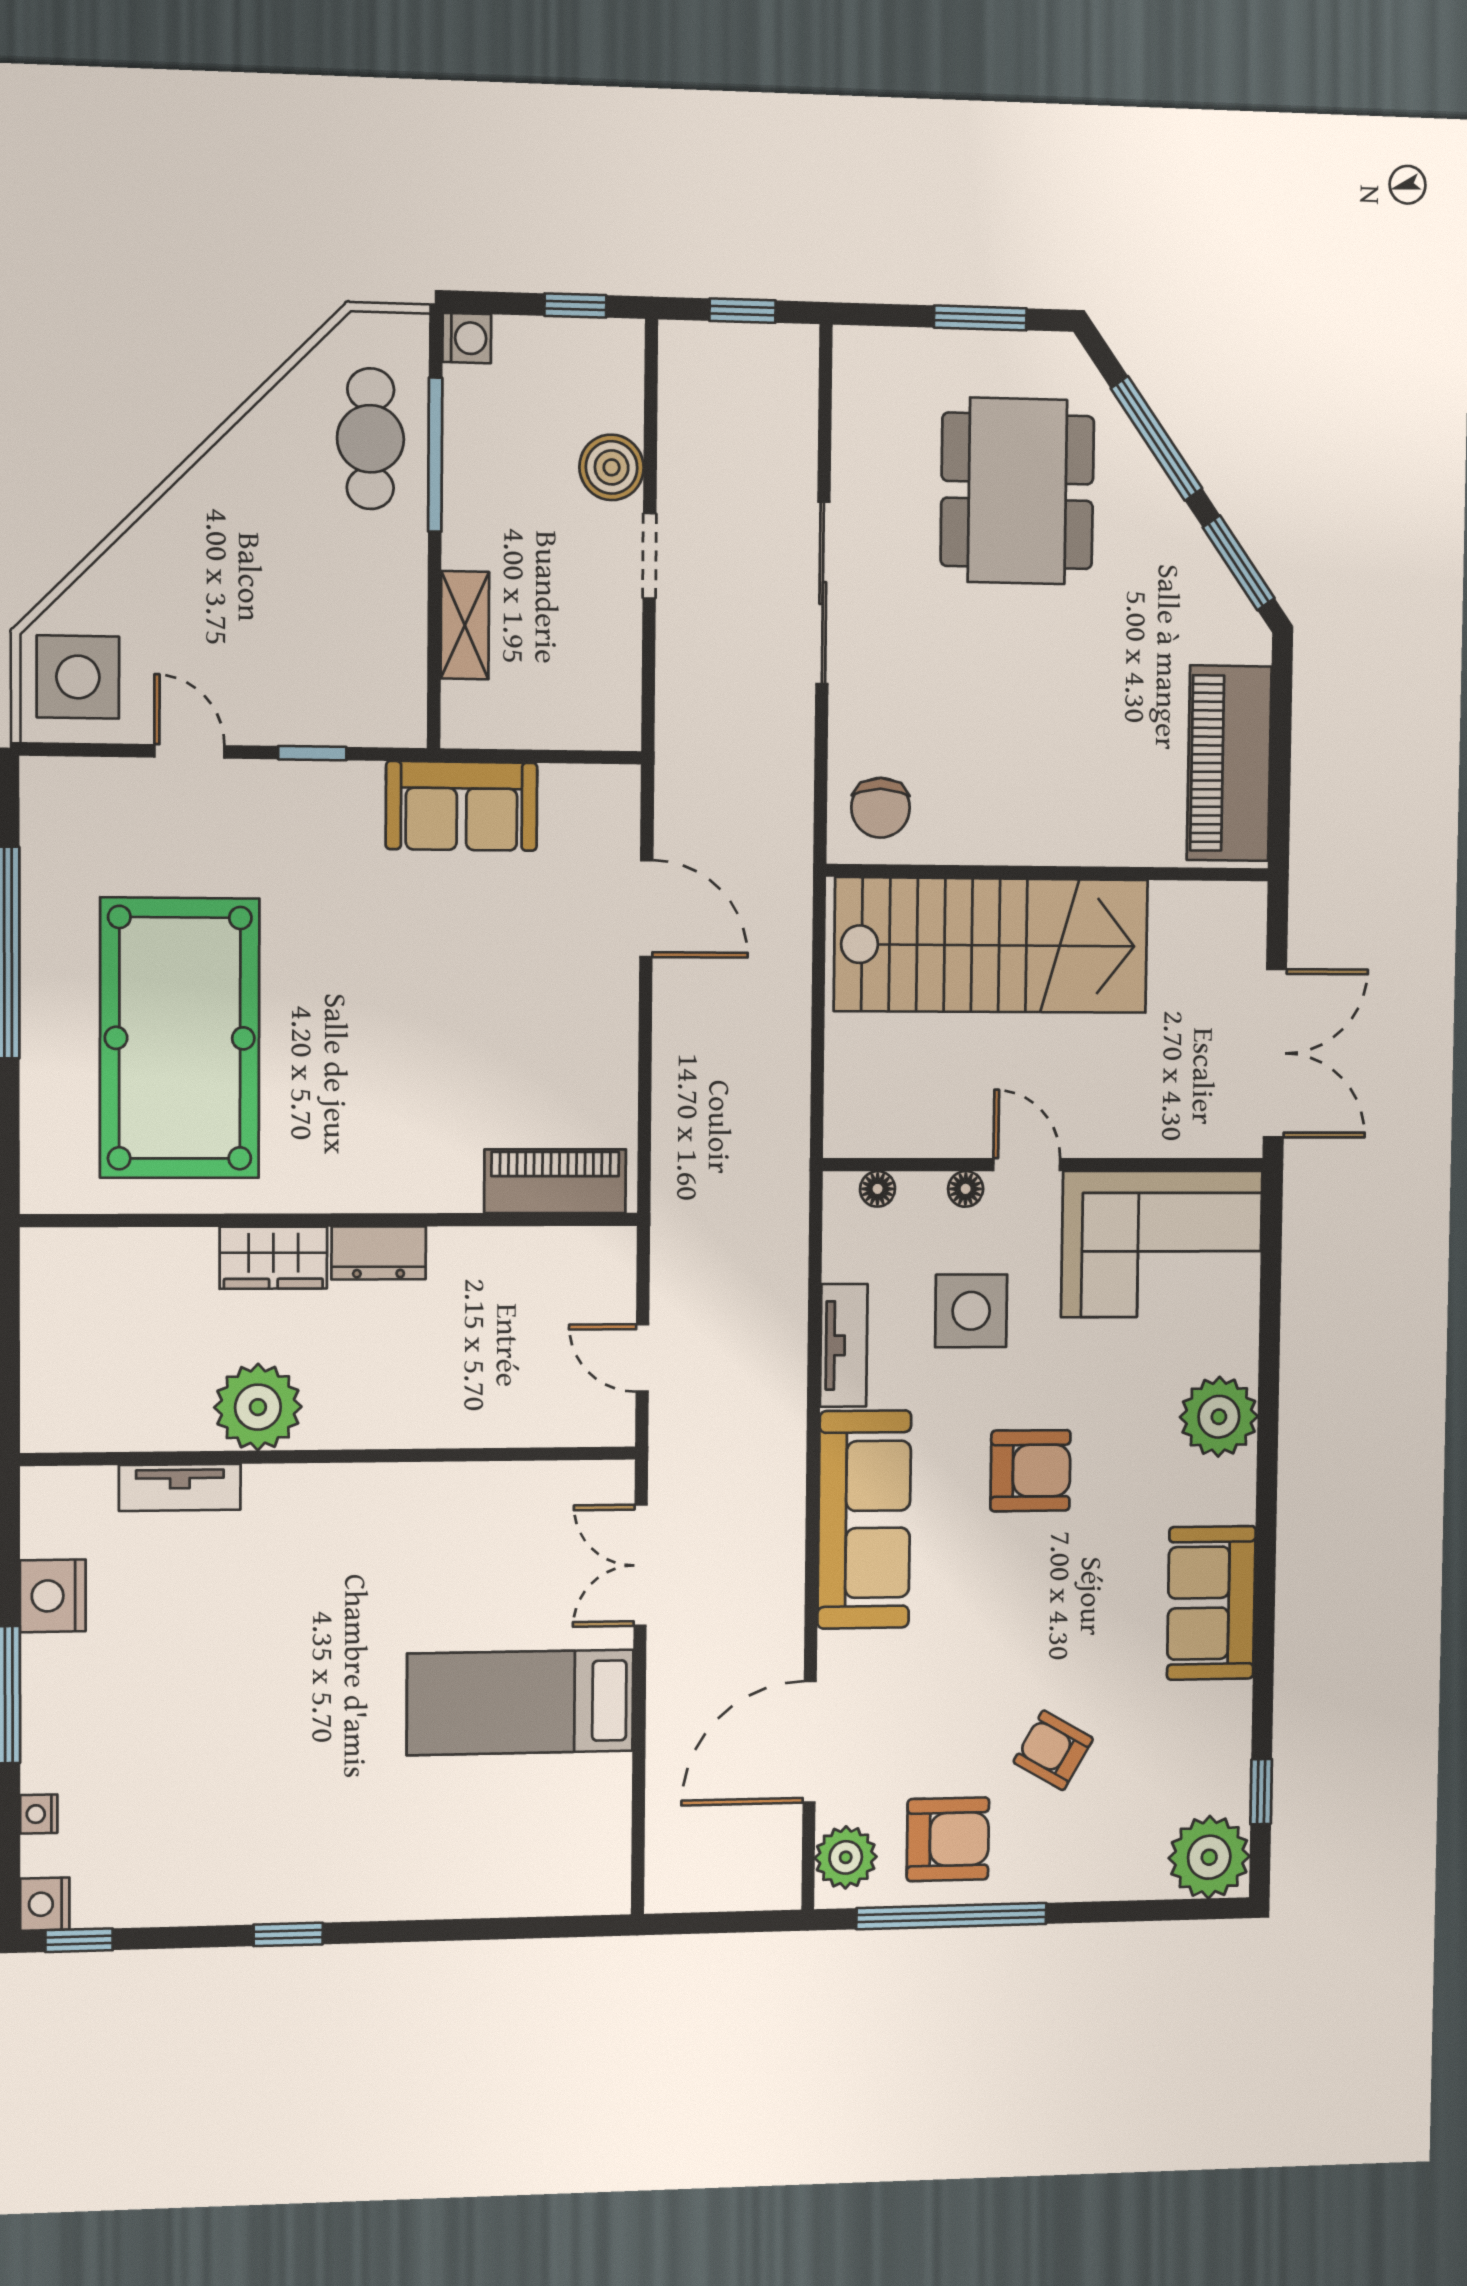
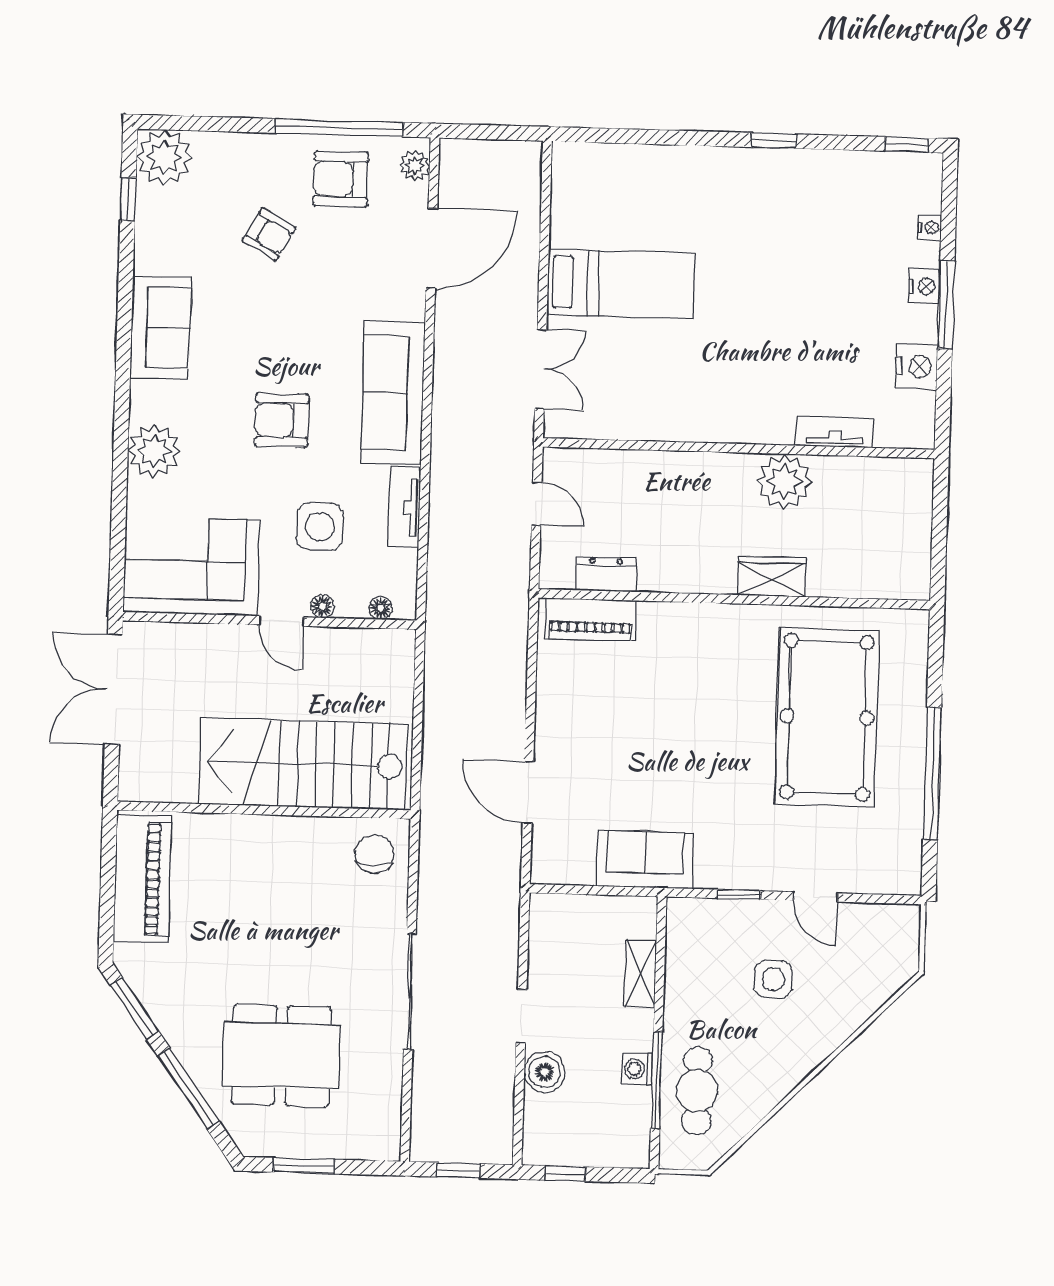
washing machine: (467, 338) -> (637, 1069), moved
dining table: (1017, 491) -> (281, 1056), turned 90
side table: (78, 677) -> (773, 979), moved, width x0.73, depth x0.73
dresser: (379, 1253) -> (606, 574), moved
plant: (846, 1857) -> (415, 165), width x0.73, depth x0.73
nightstand: (45, 1904) -> (924, 286), moved

